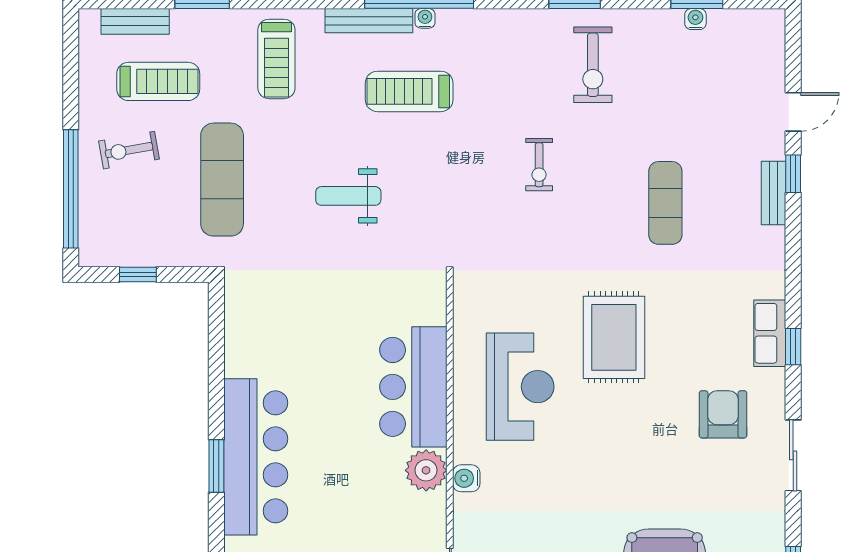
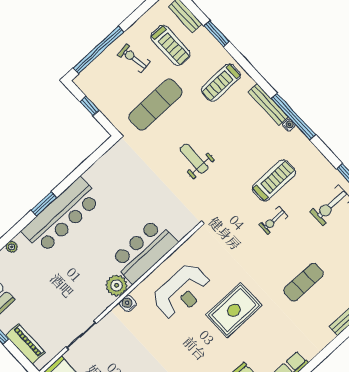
treadmill: (409, 91) -> (274, 180), moved, turned 90

